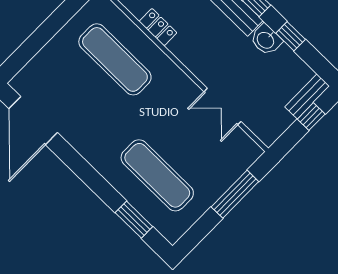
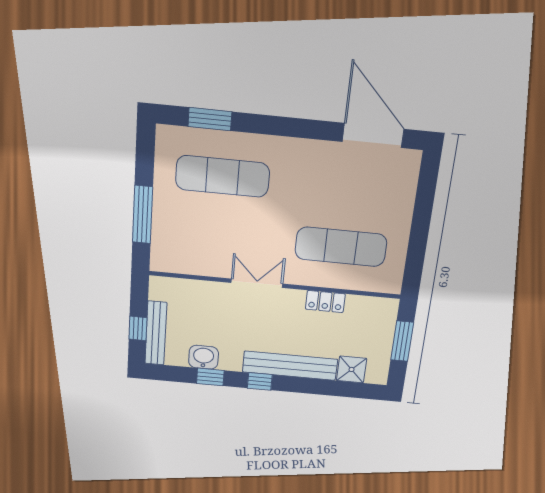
washbasin: (266, 40) -> (203, 357), moved
bench: (307, 96) -> (156, 333), width x1.36
double door: (223, 107) -> (257, 283), moved

